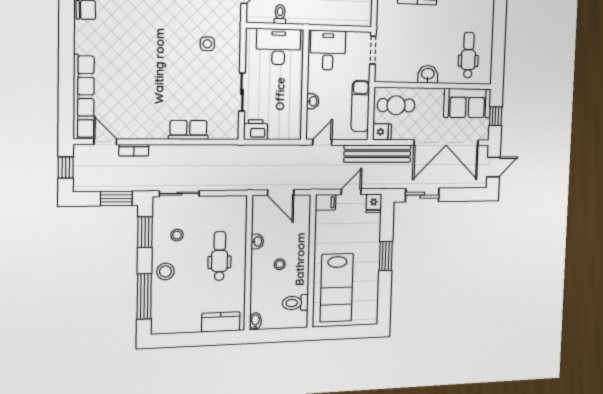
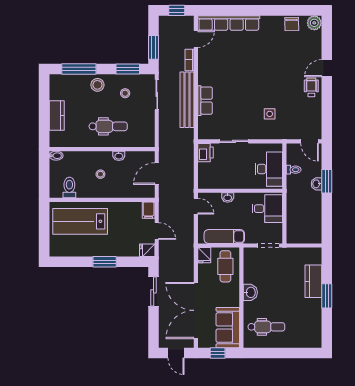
bench: (377, 154) -> (187, 100), moved
kitchen counter: (221, 322) -> (57, 115), moved

